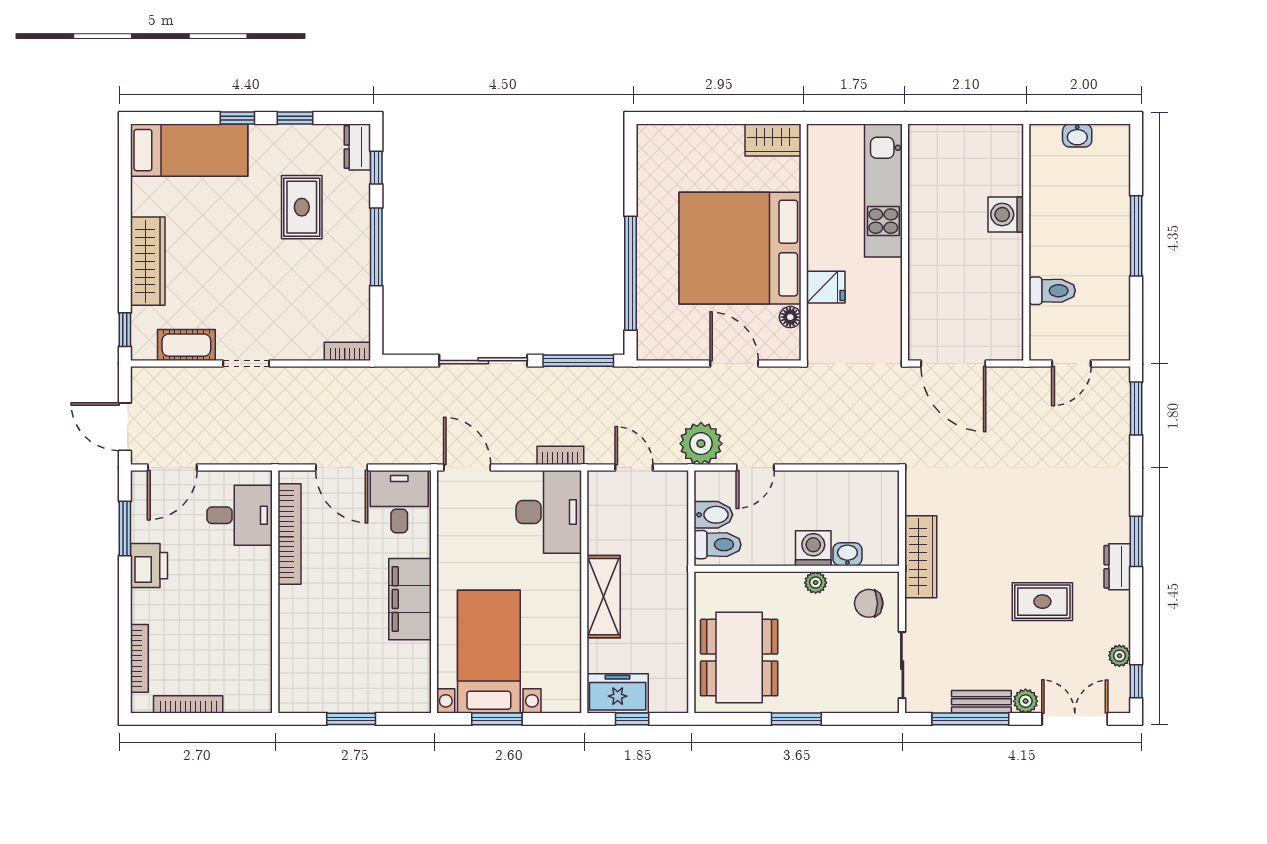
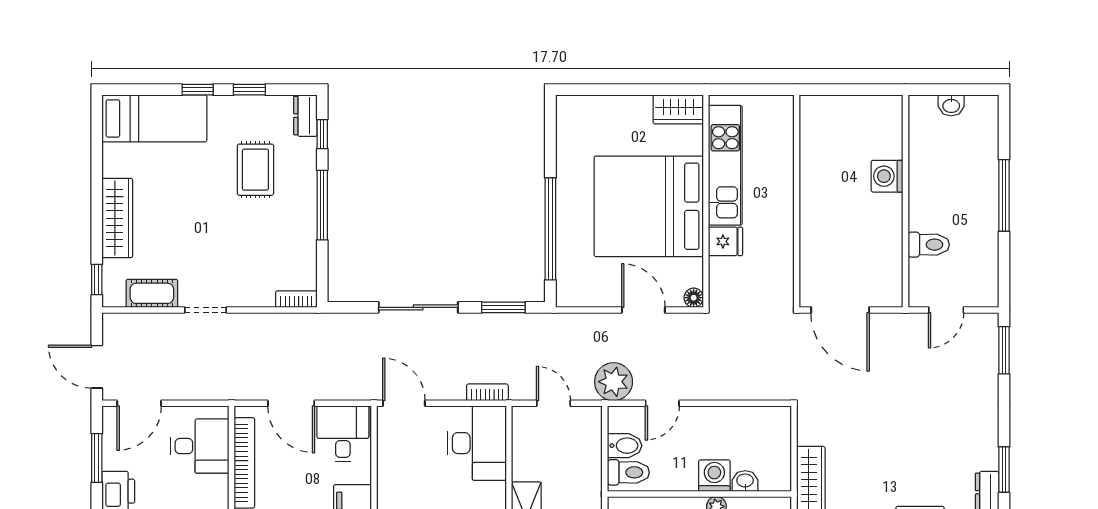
kitchen unit: (883, 190) -> (725, 165), moved, turned 180
floor lamp: (790, 317) -> (694, 298), moved
window: (578, 361) -> (503, 307), width x0.69

